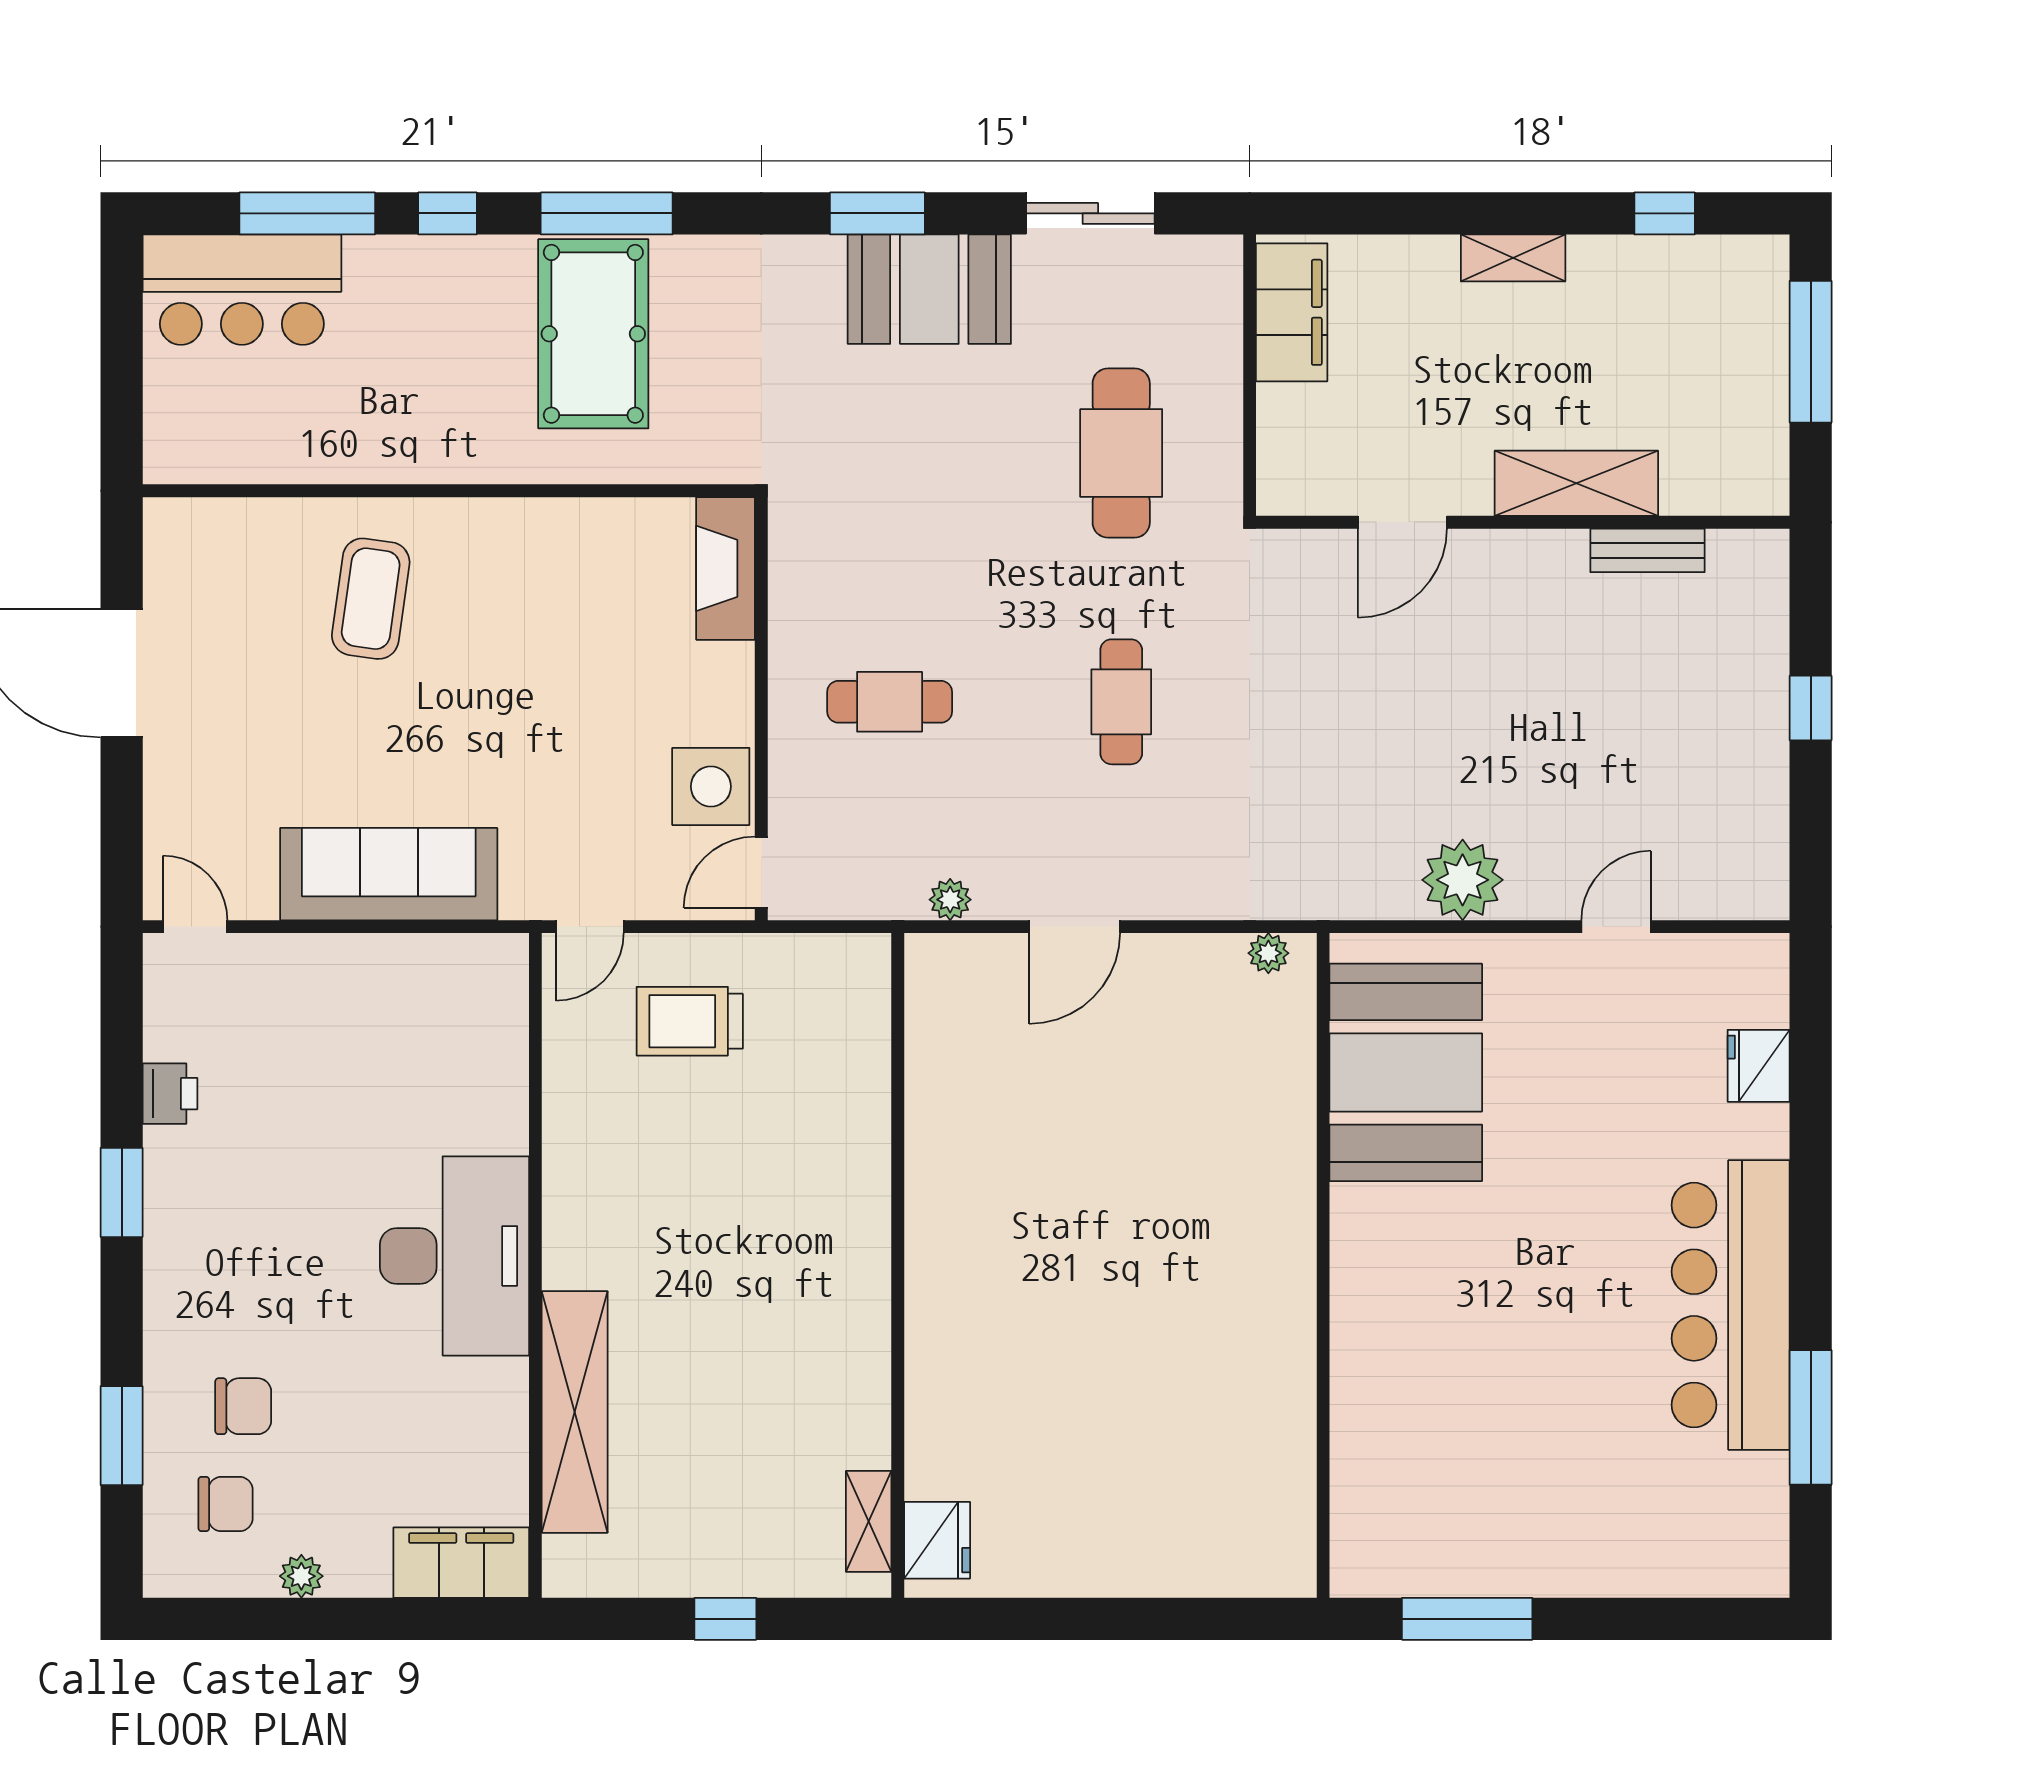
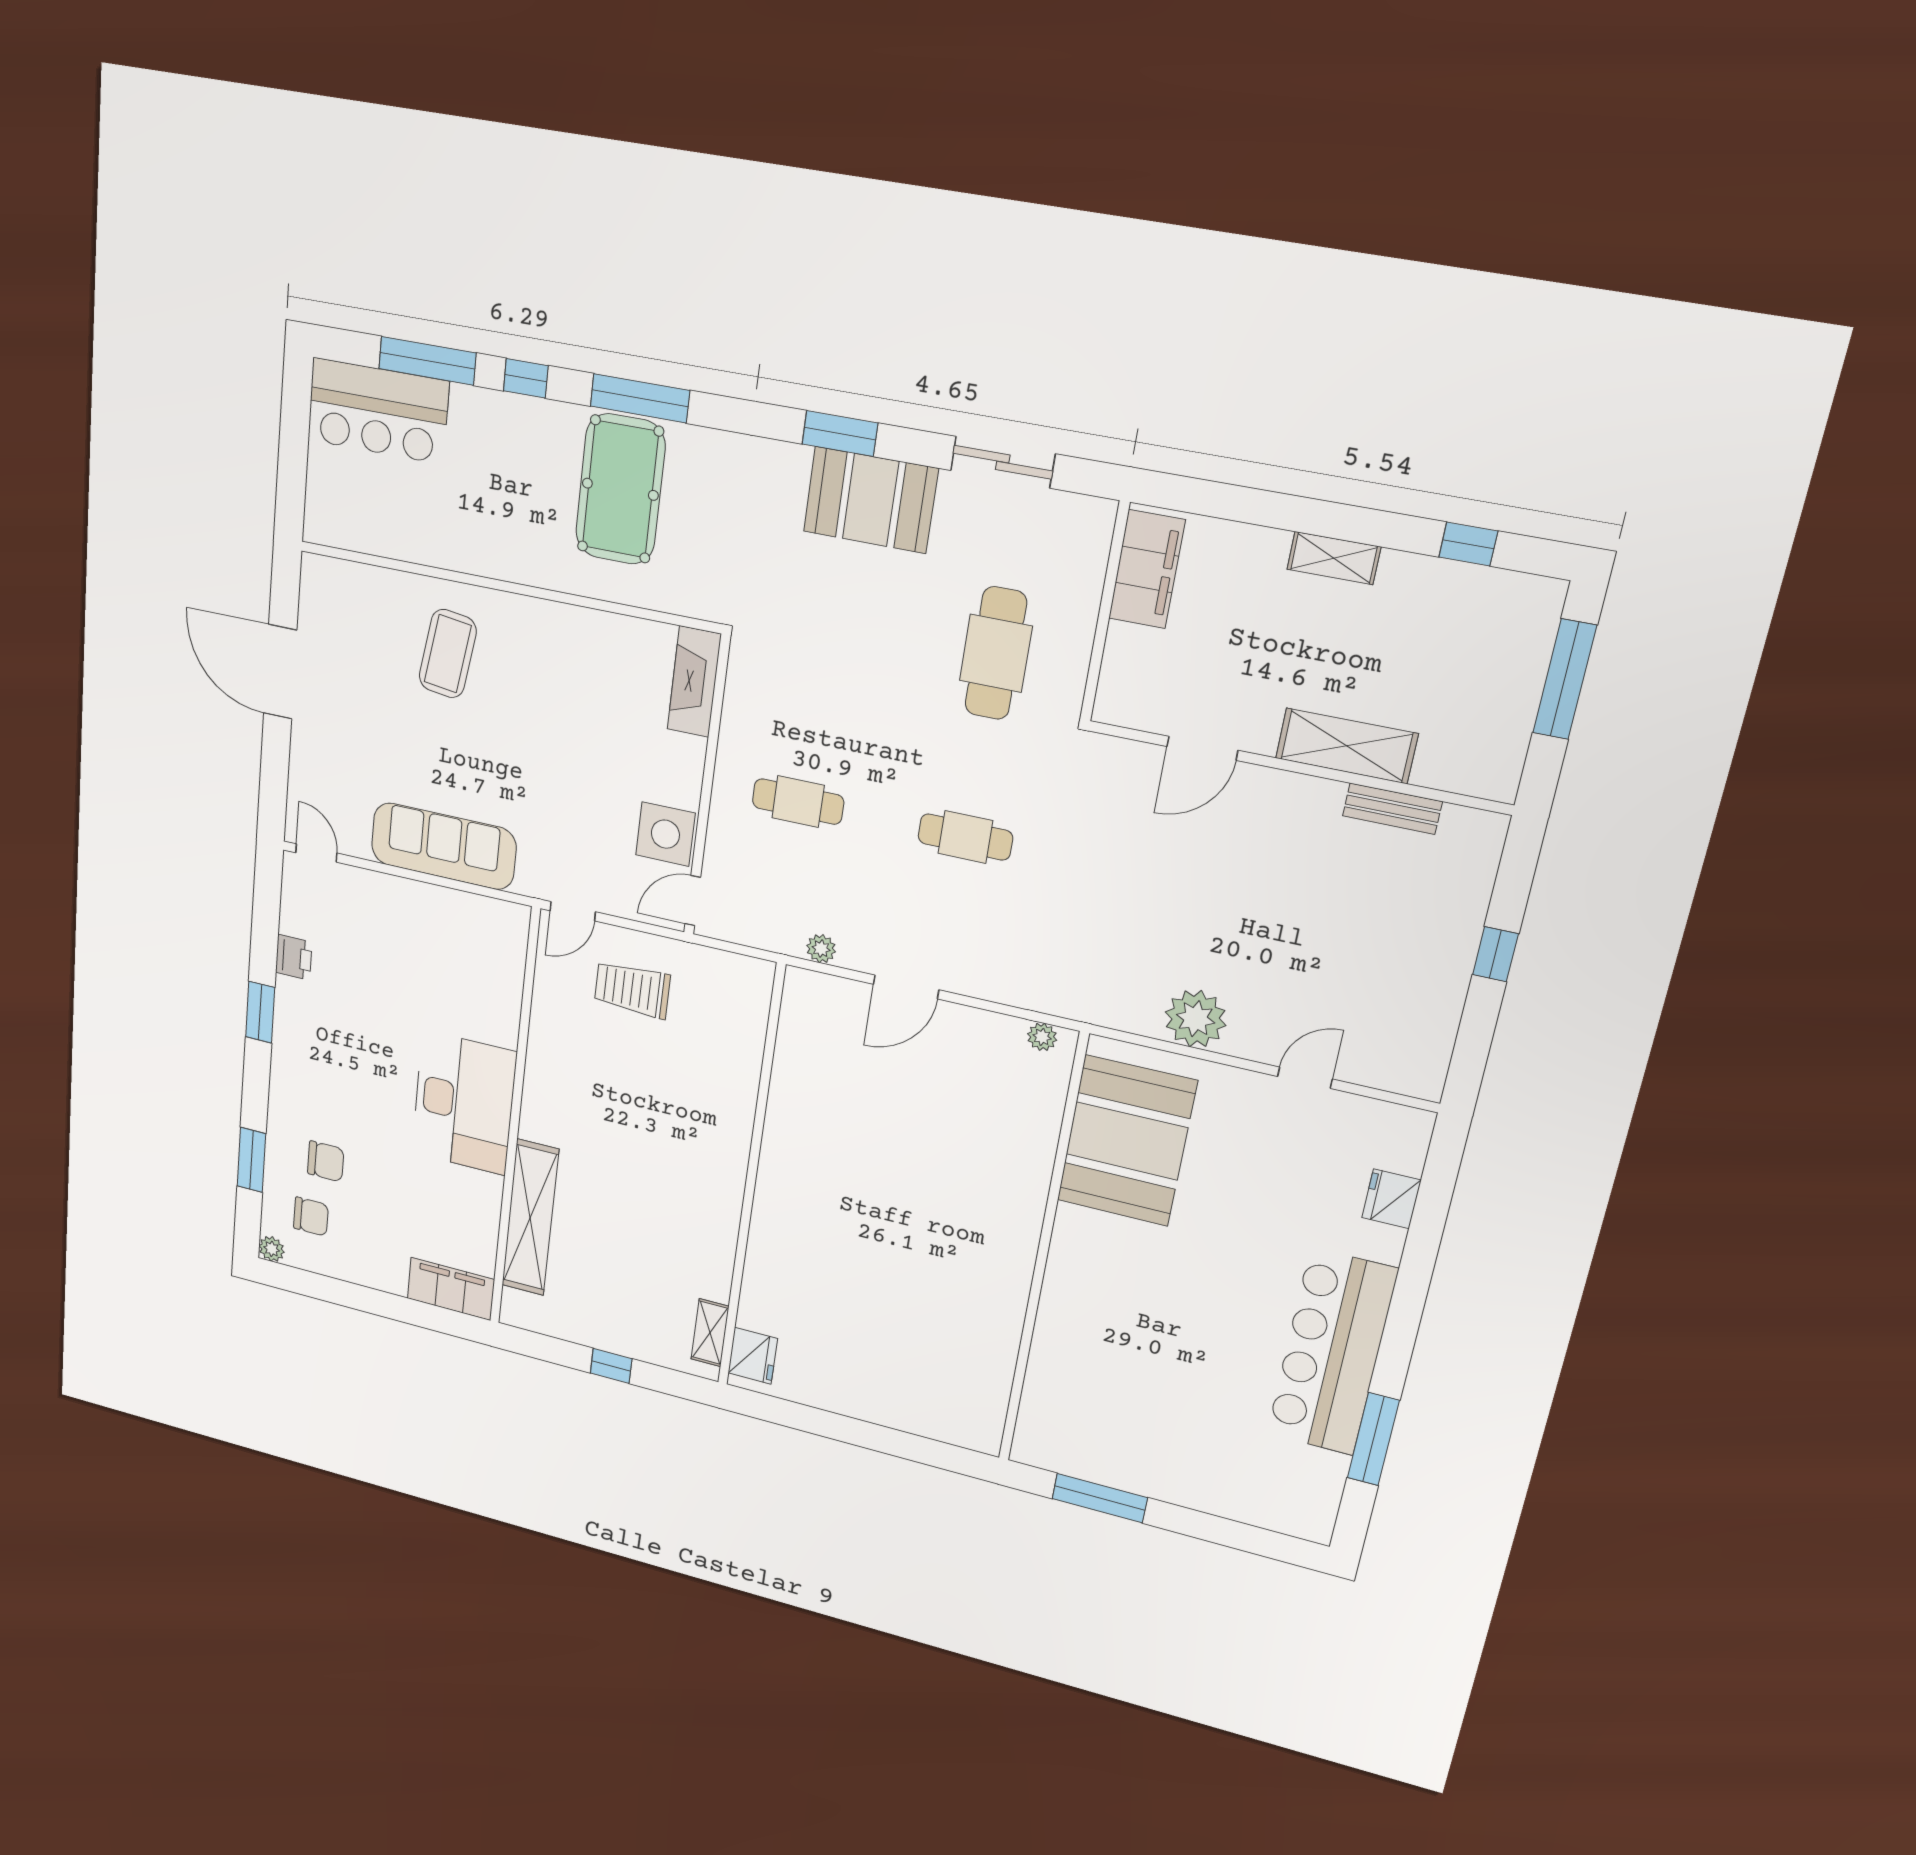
cafe table: (1121, 702) -> (965, 837), turned 90
plant: (301, 1576) -> (272, 1249), moved

